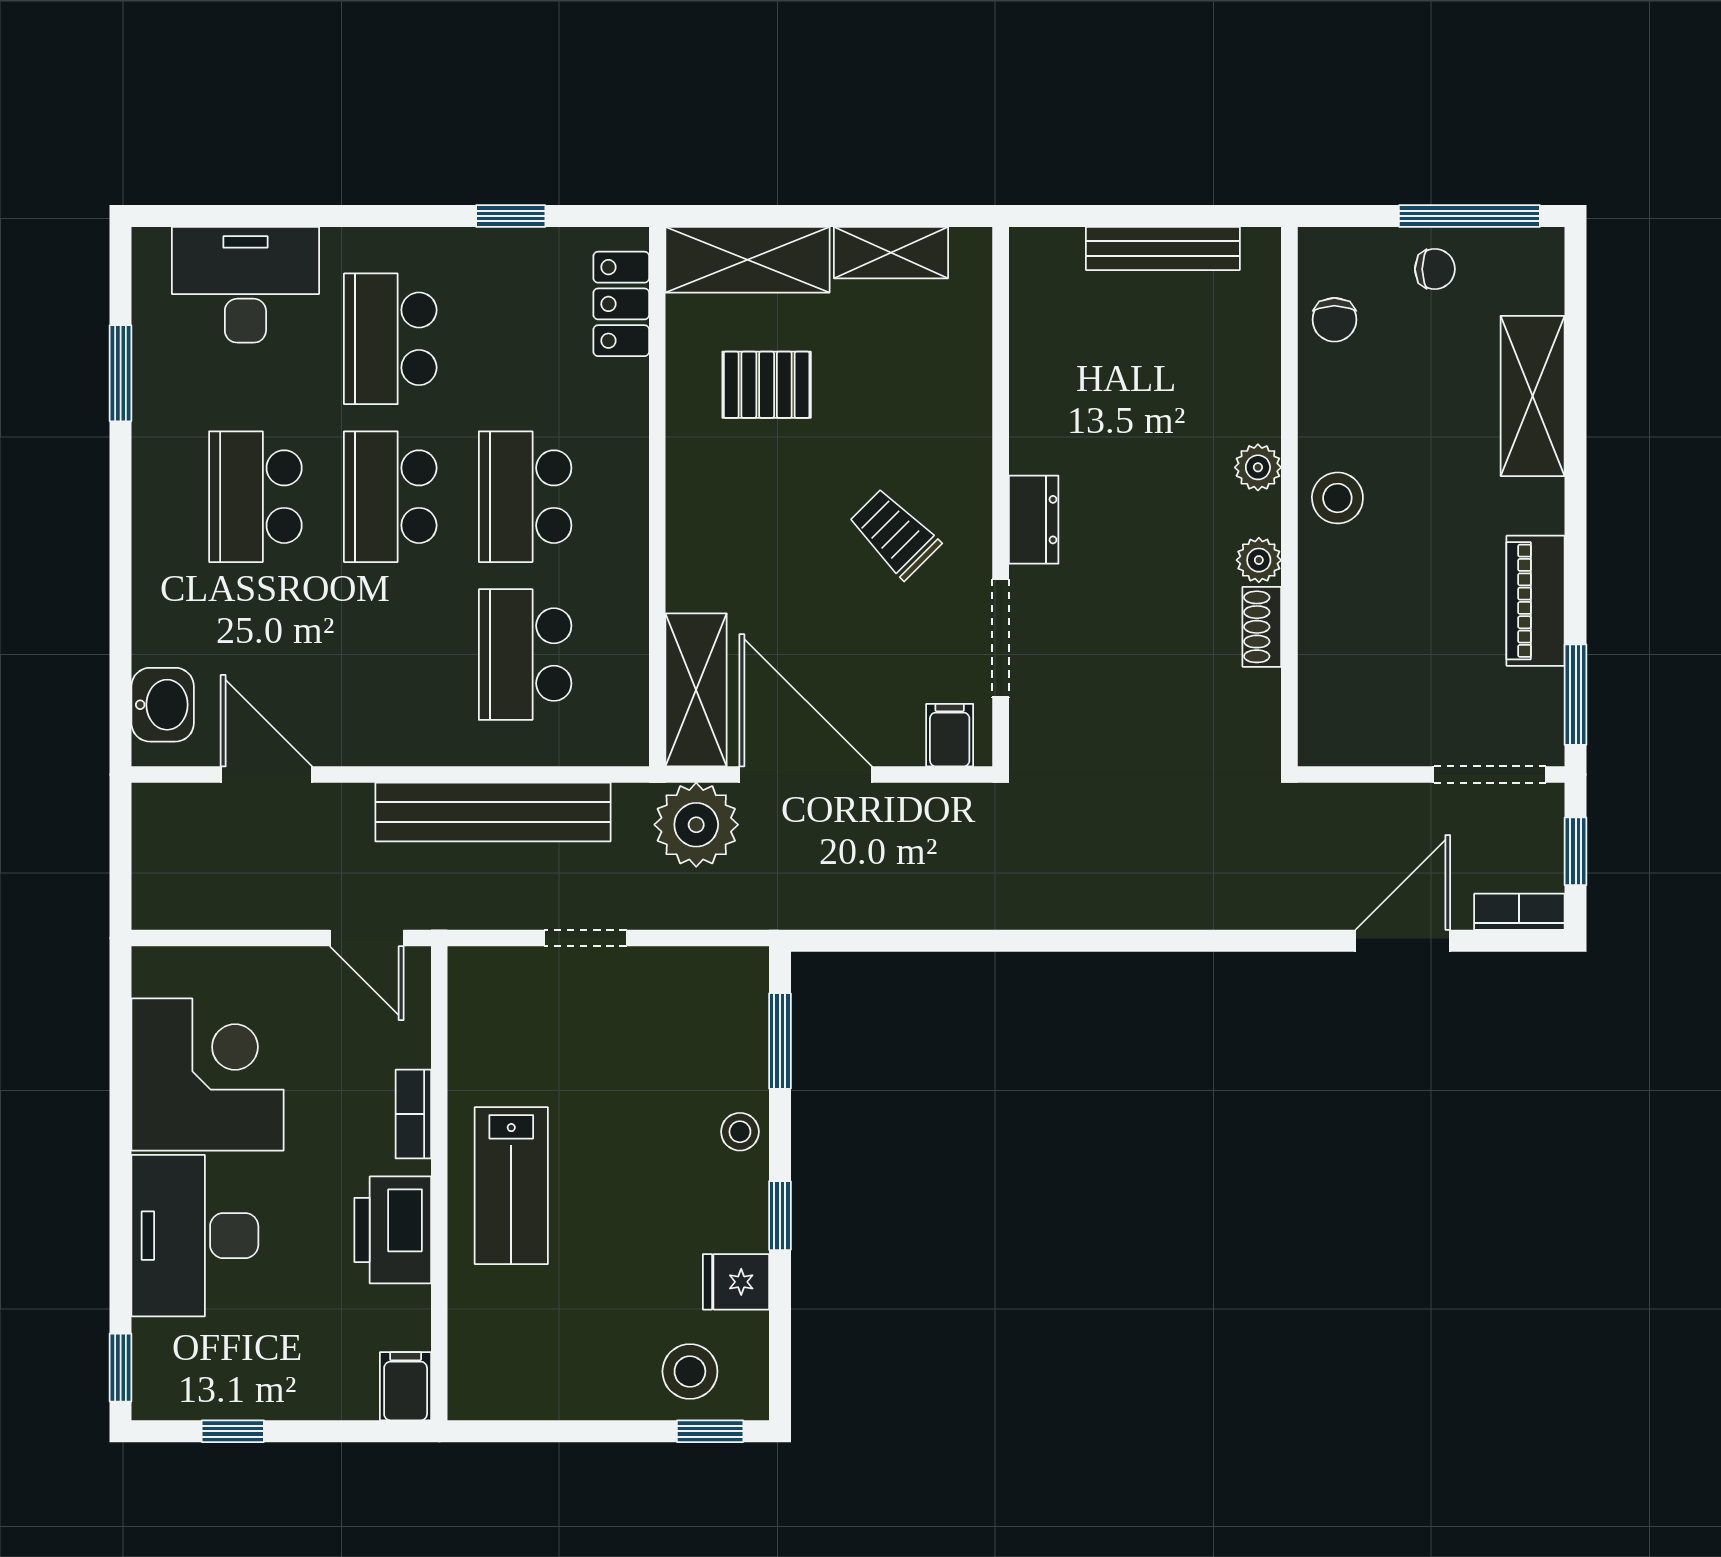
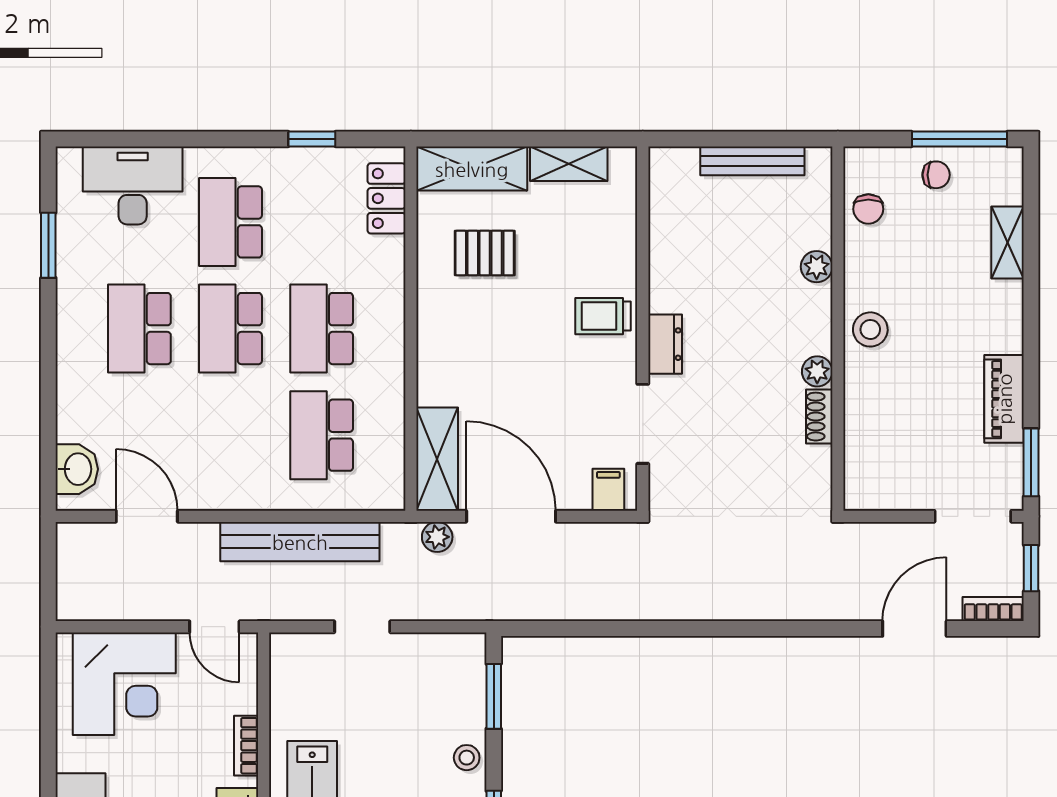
shelving: (1533, 396) -> (1008, 243), width x0.67, depth x0.75
plant: (1258, 467) -> (817, 267), moved
trolley: (894, 534) -> (603, 316), moved, turned -45
plant: (696, 825) -> (437, 537), width x0.53, depth x0.53
corner desk: (208, 1074) -> (124, 684), moved, turned 90

